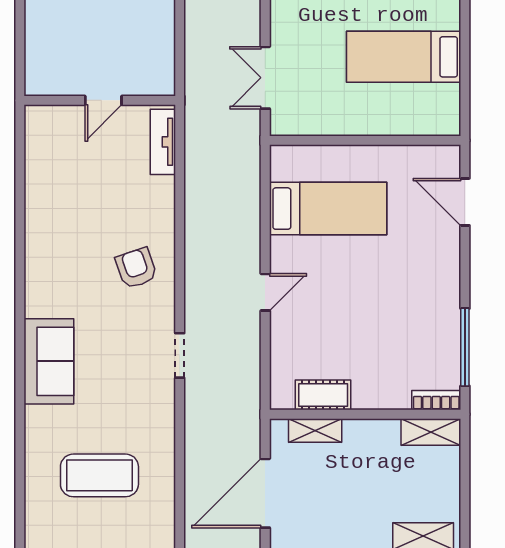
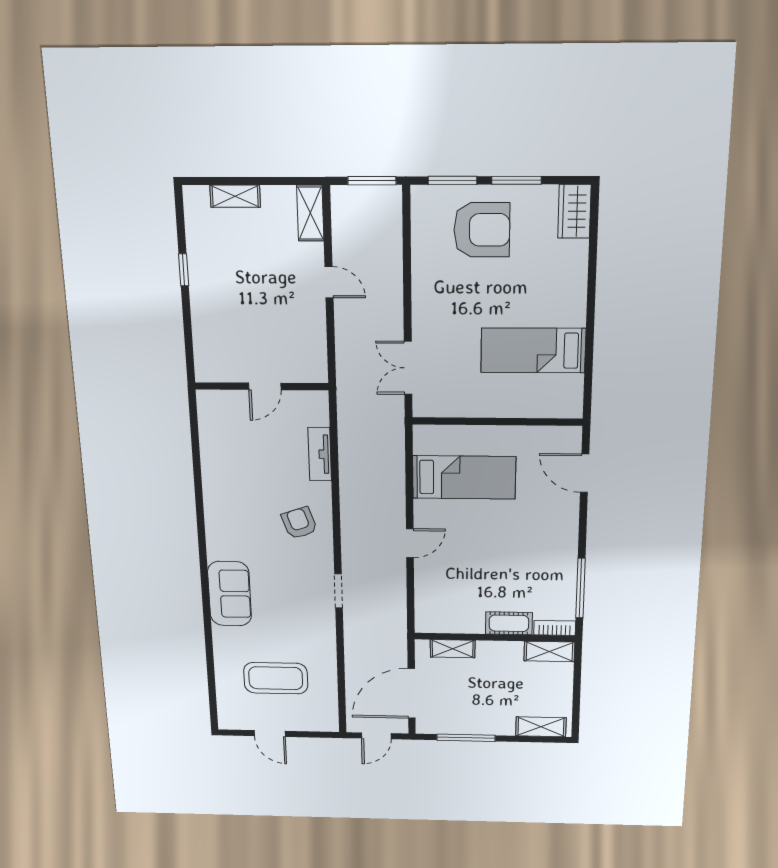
tv unit: (163, 142) -> (320, 454), moved
cot: (323, 395) -> (509, 623), moved

